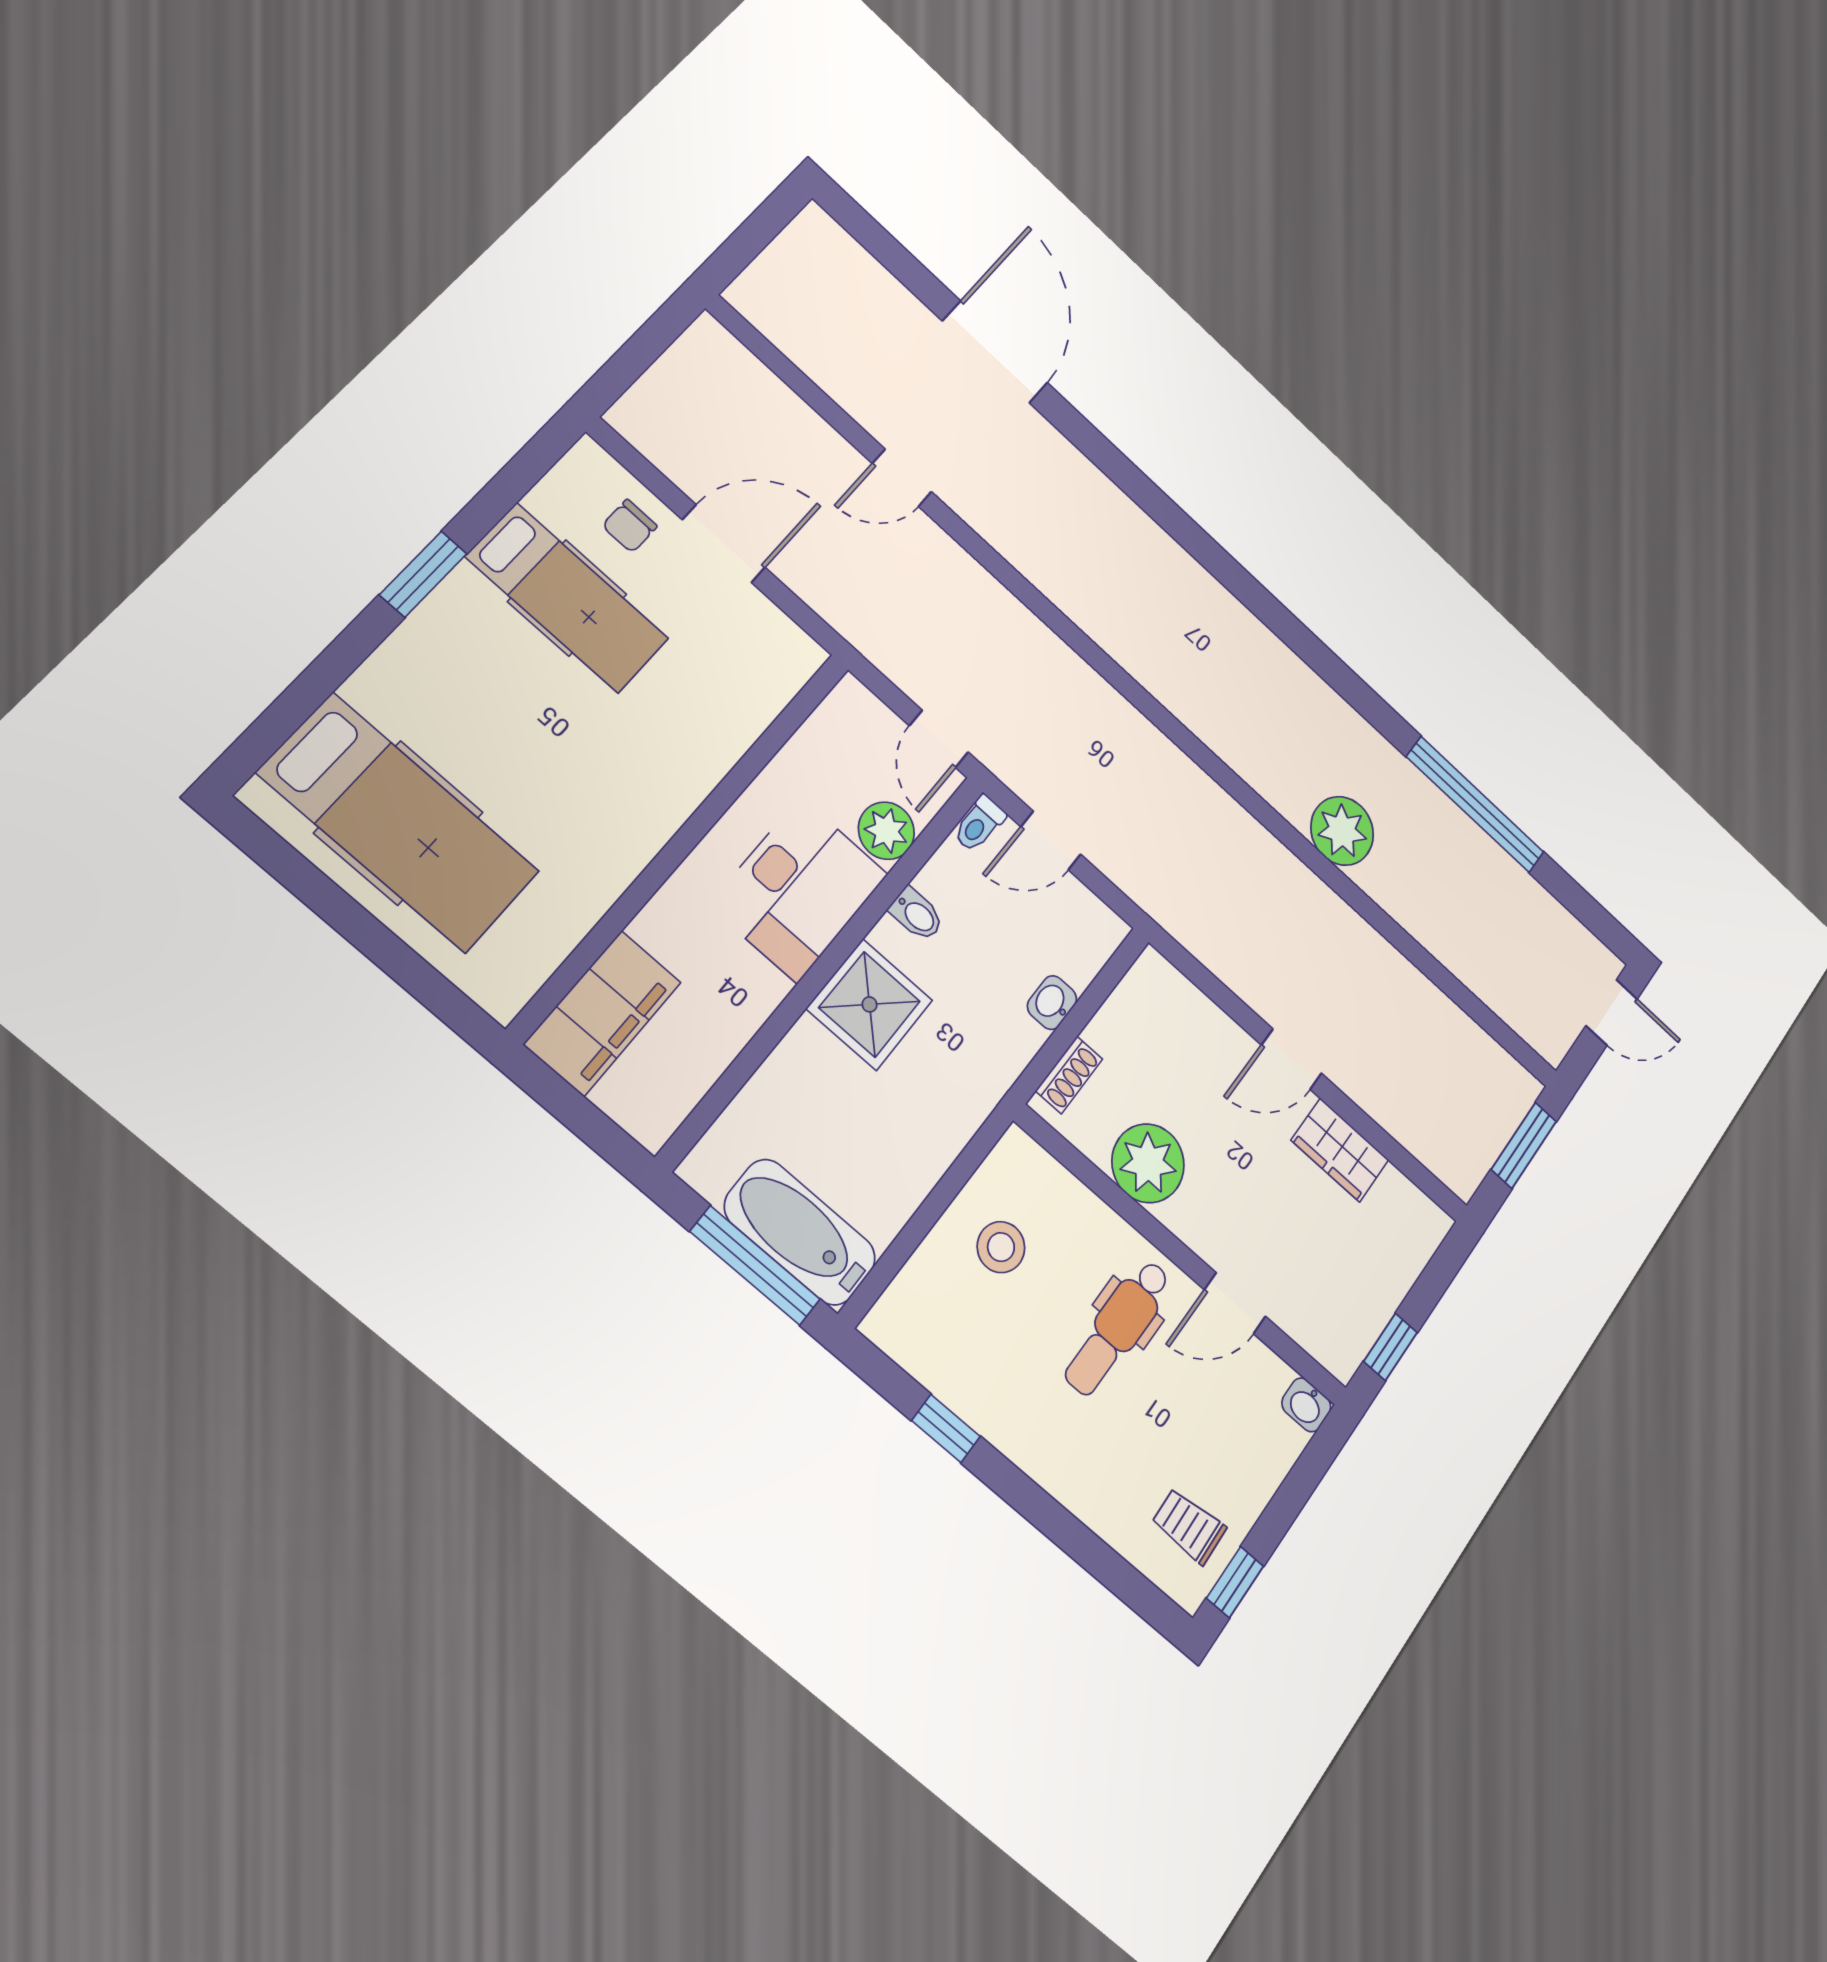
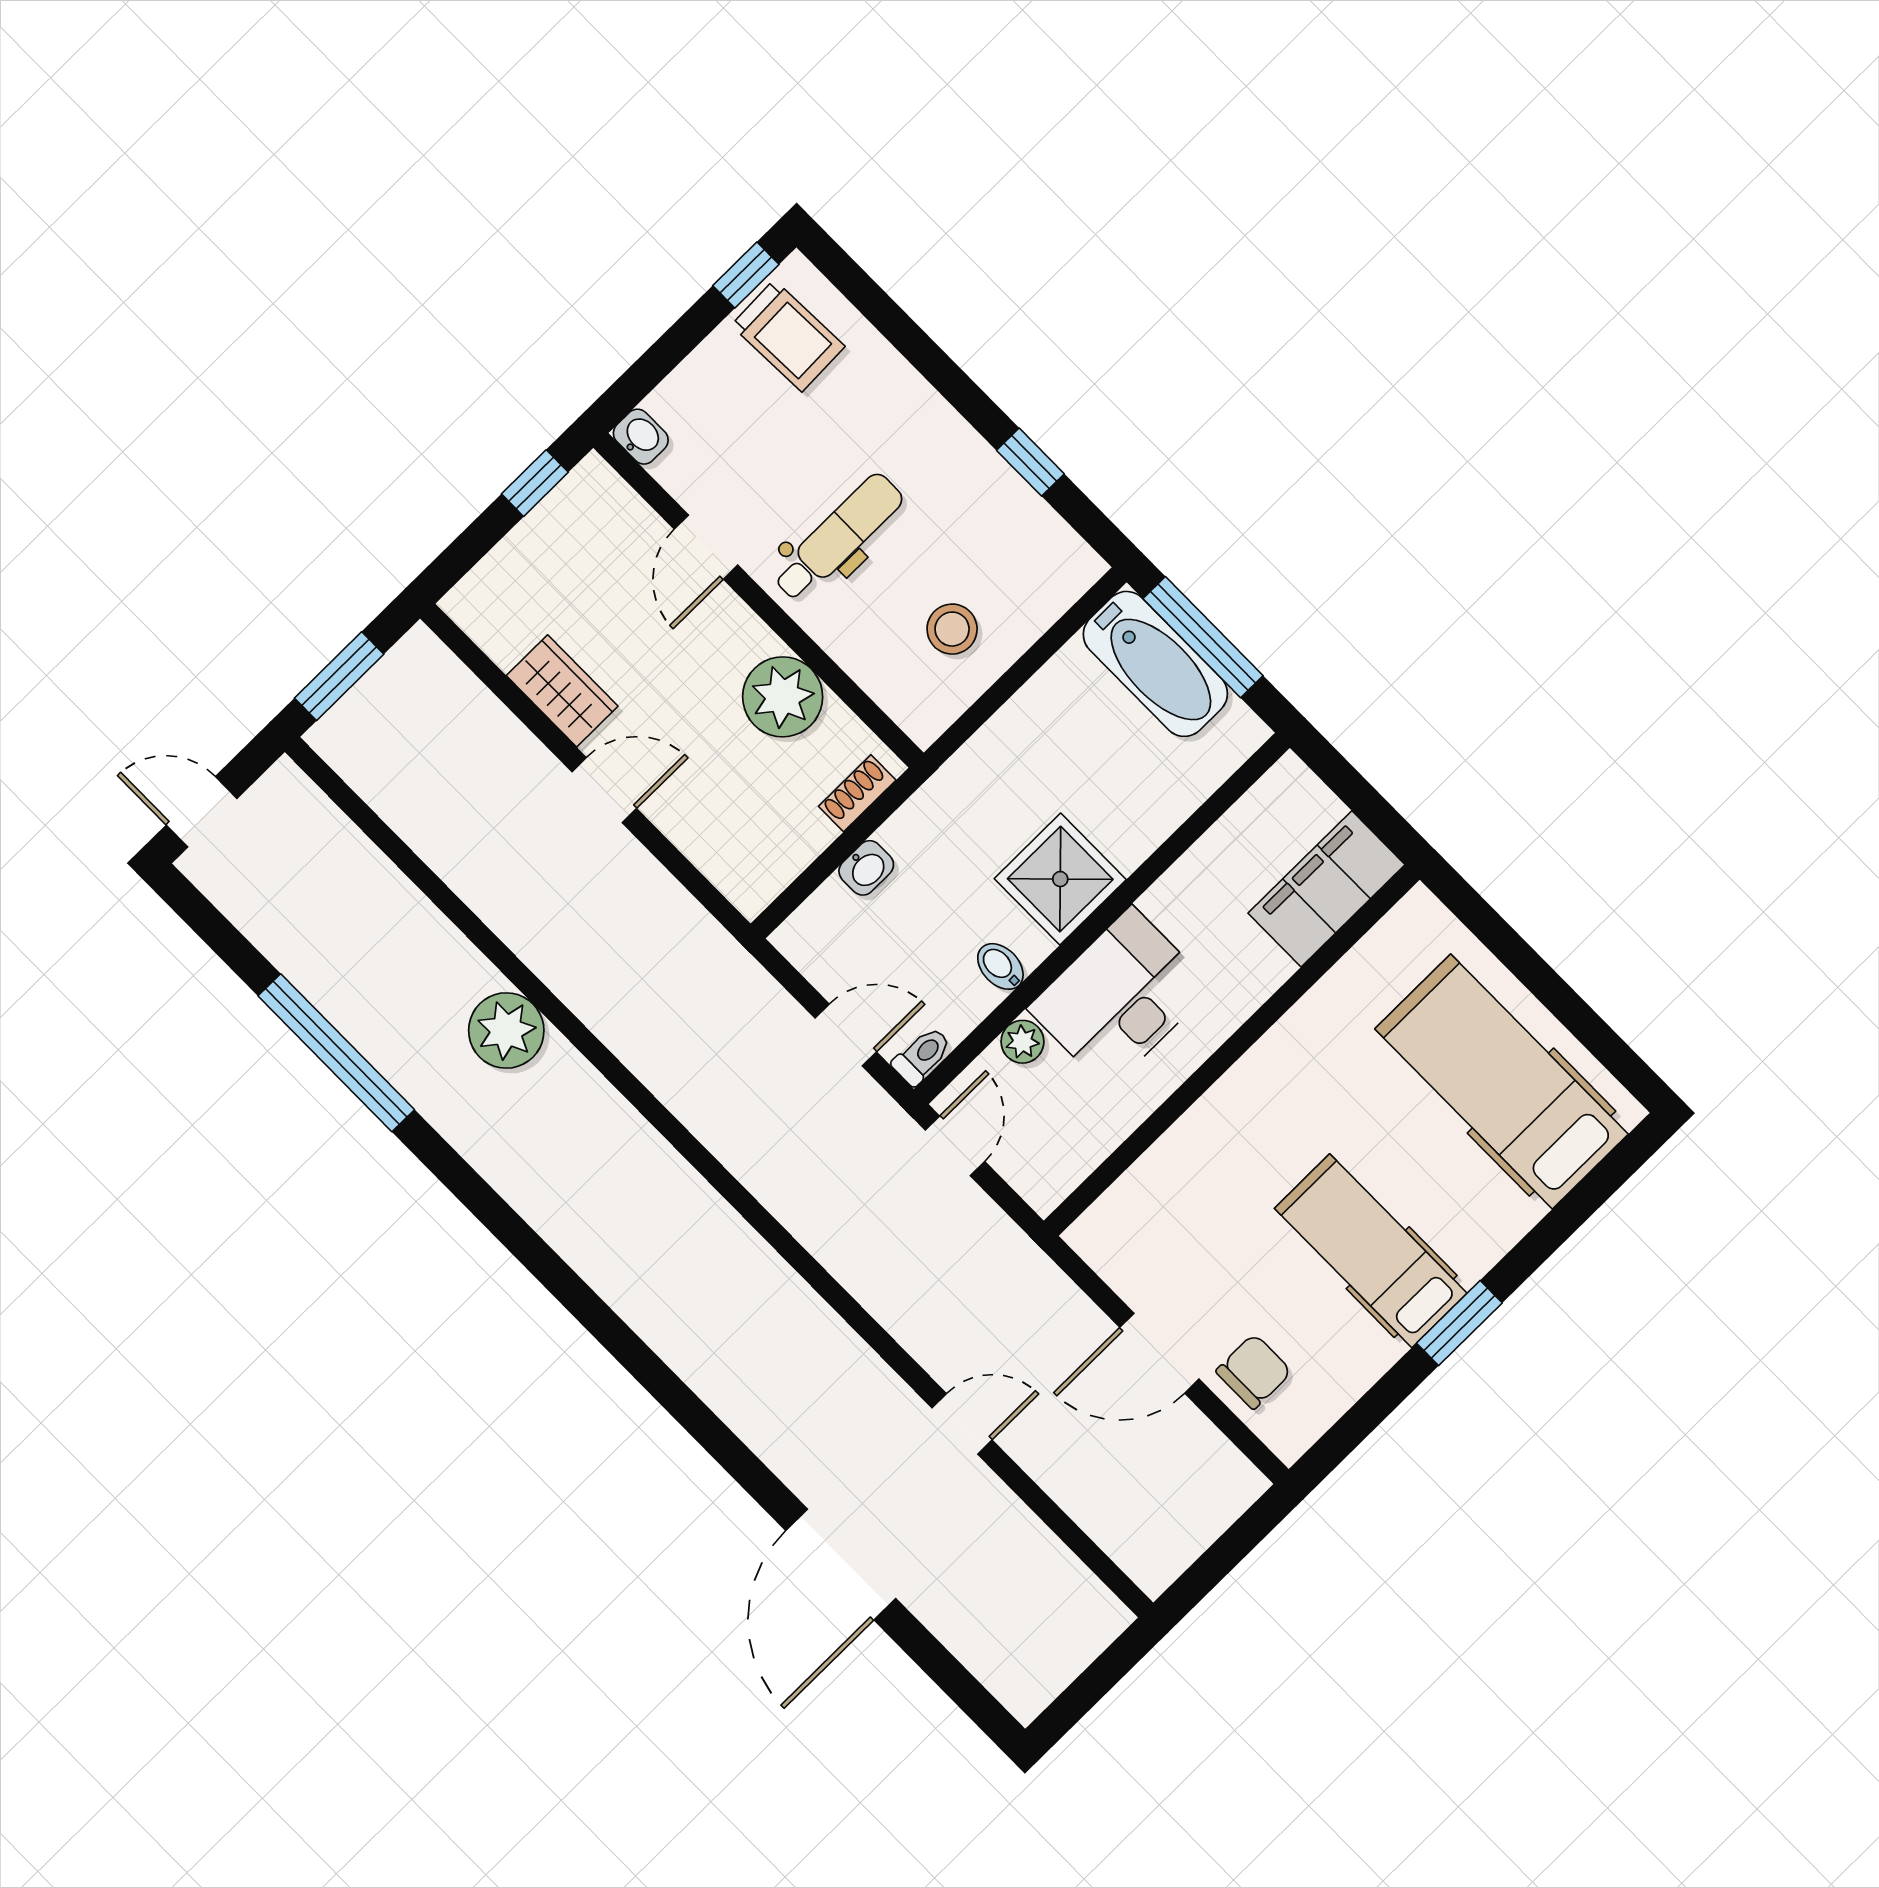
chair: (630, 526) -> (1254, 1371), width x1.37, depth x1.37
hospital bed: (567, 598) -> (1371, 1251), moved
plant: (886, 831) -> (1022, 1042), width x0.73, depth x0.73
door: (1235, 1303) -> (706, 547), swing flipped
trolley: (1189, 1526) -> (788, 336), width x1.36, depth x1.39

